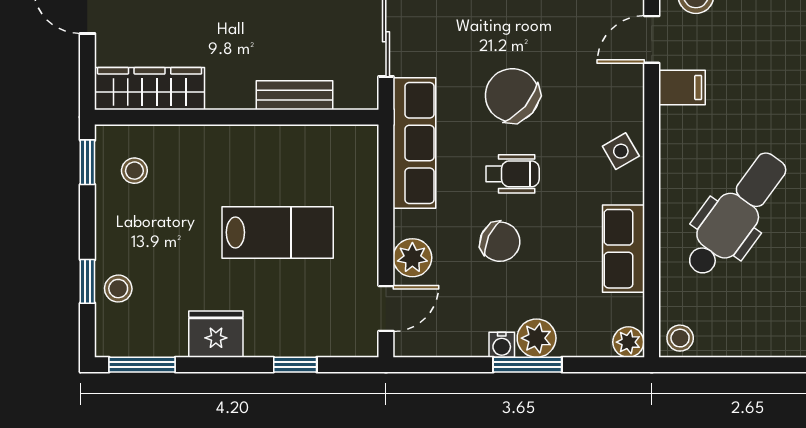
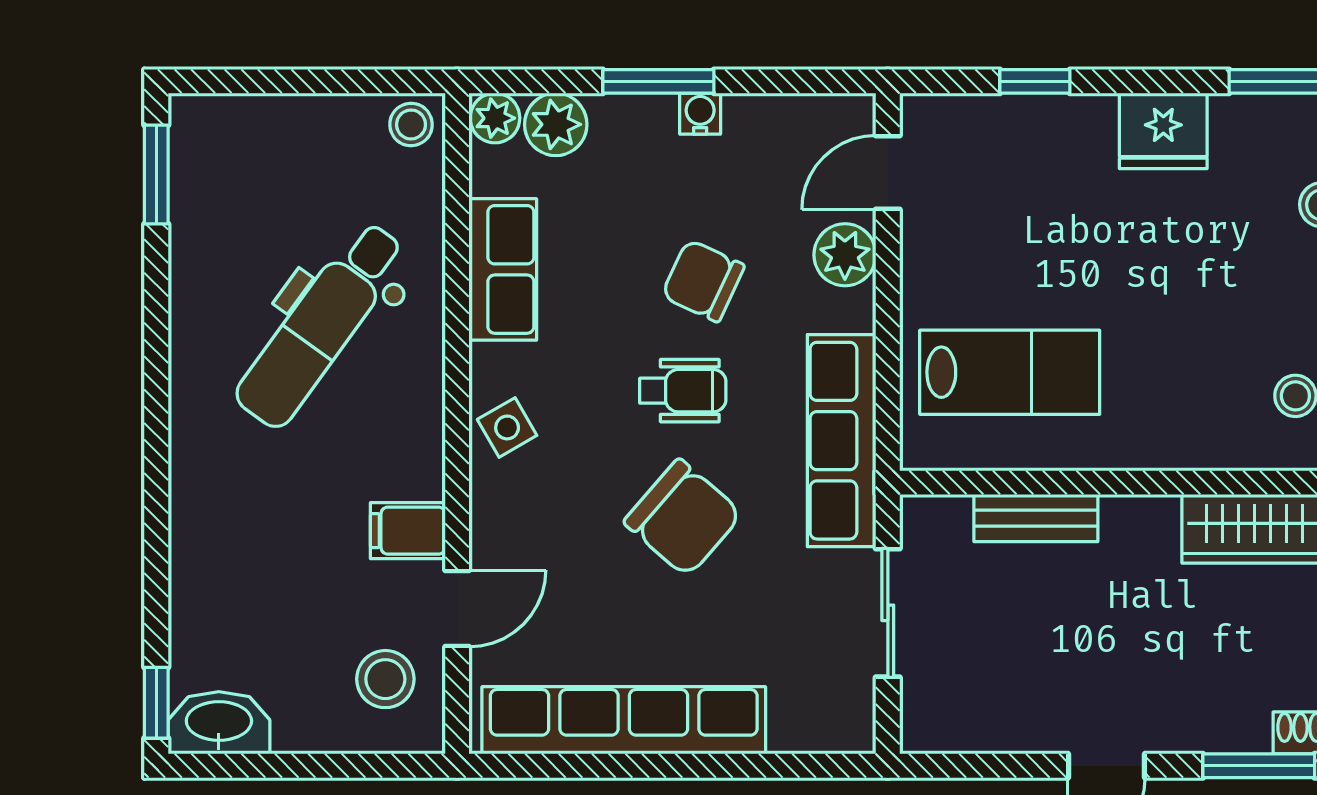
wheelchair: (512, 174) -> (683, 391), turned 180
lab bench: (278, 232) -> (1010, 372), moved, turned 180
plant: (537, 338) -> (556, 124), moved

